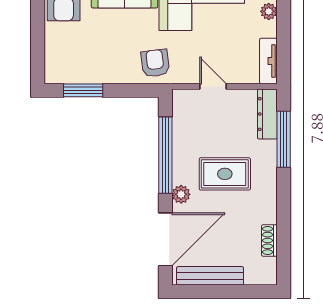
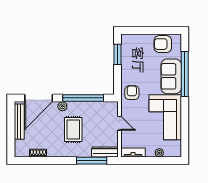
armchair: (155, 63) -> (132, 93), turned -83
door: (213, 86) -> (120, 123), hinge flipped
door: (165, 239) -> (39, 98), hinge flipped

